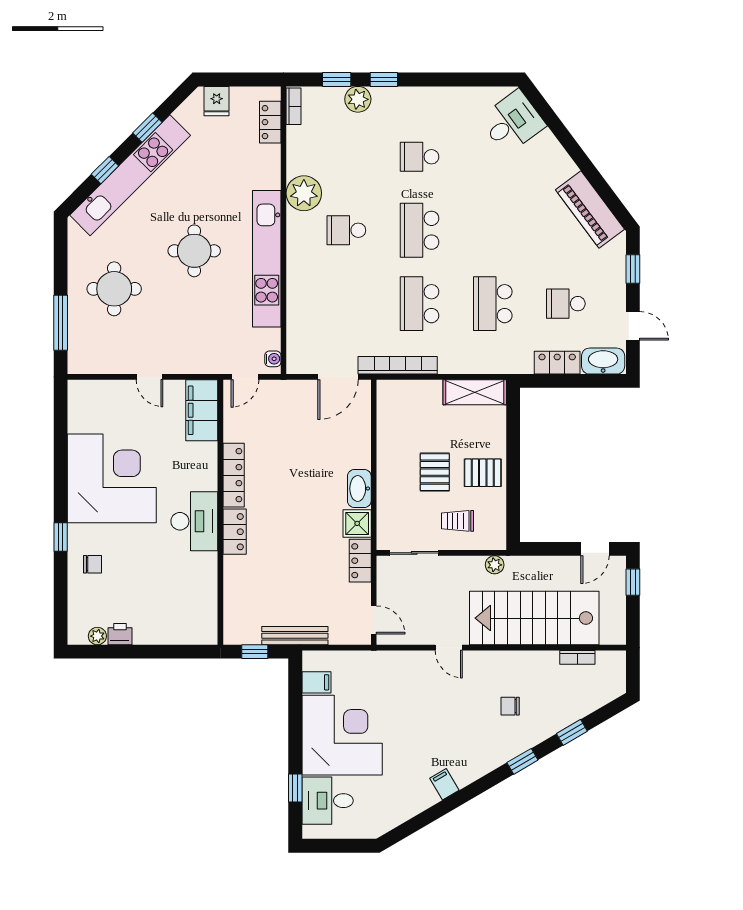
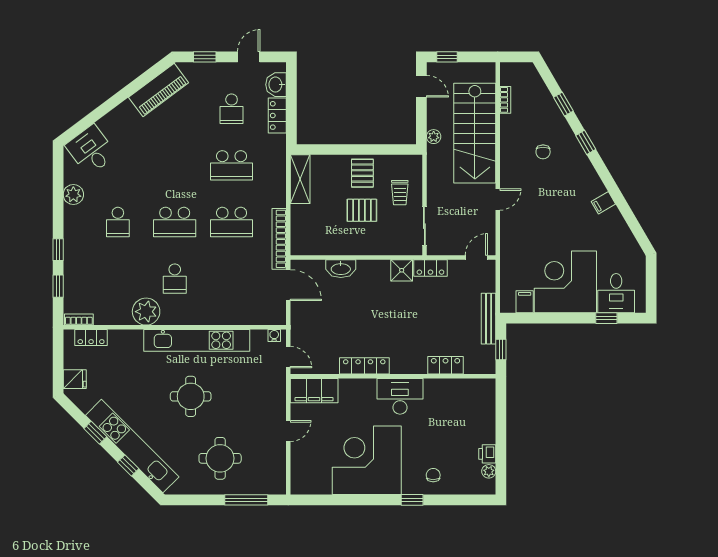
plant: (358, 99) -> (73, 195), moved
washbasin: (603, 361) -> (276, 85), width x0.72
washbasin: (359, 489) -> (341, 269), moved
locker: (235, 532) -> (445, 365), moved
plant: (495, 565) -> (434, 137), moved

